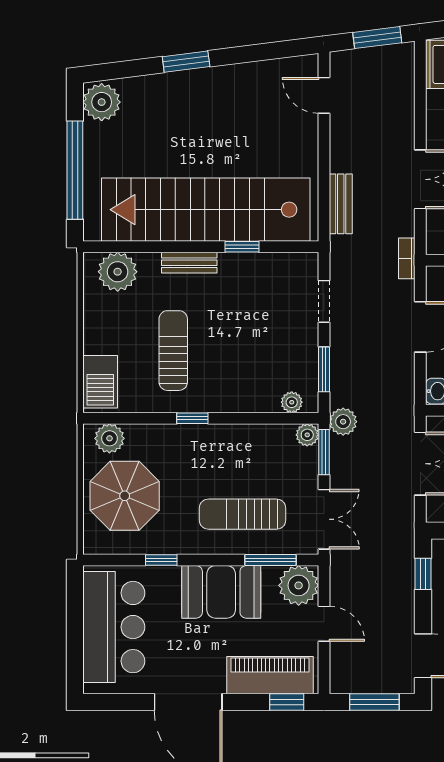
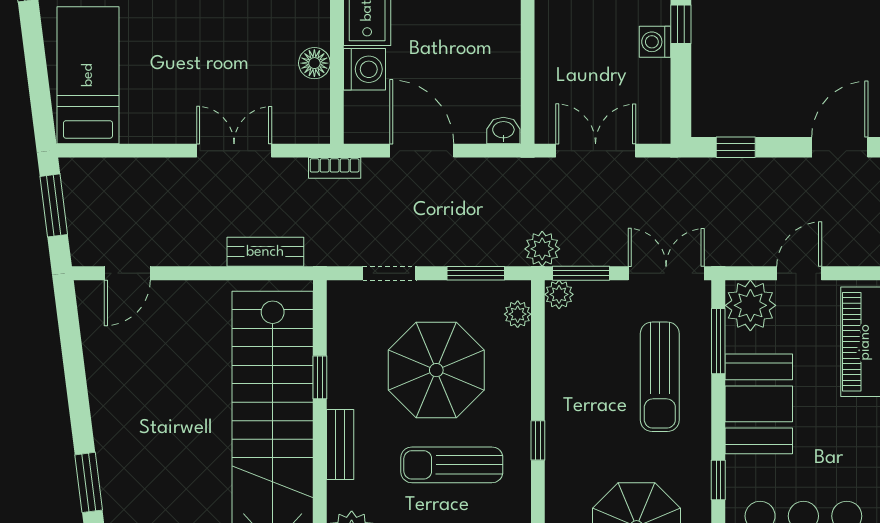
window: (186, 62) -> (89, 482), moved
parasol: (248, 338) -> (436, 370), added

